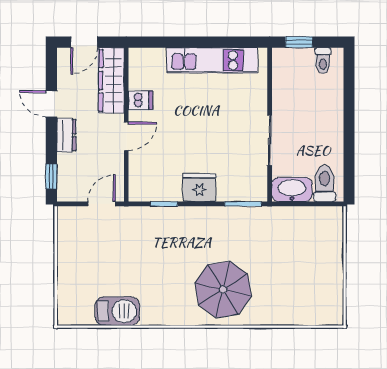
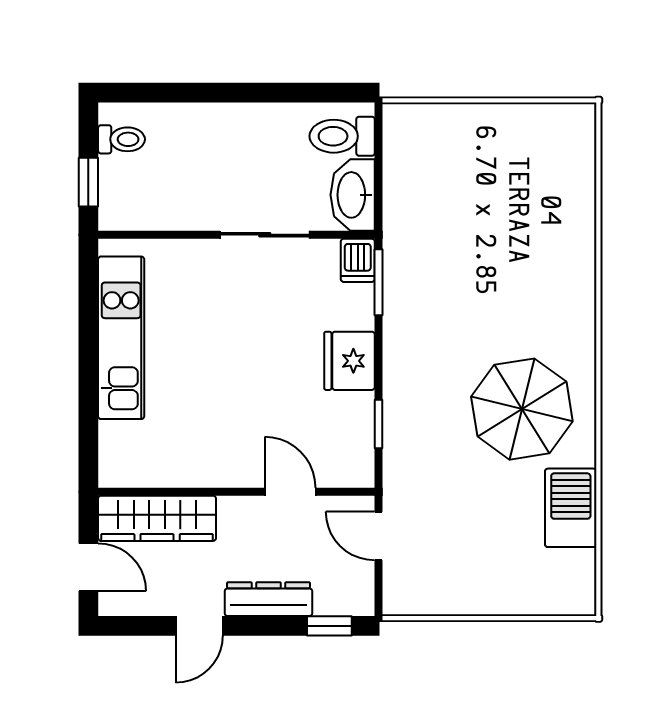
dishwasher: (141, 100) -> (358, 260), moved, turned 180
dresser: (66, 135) -> (268, 599), width x1.44
door: (126, 136) -> (290, 492), moved
parasol: (223, 289) -> (522, 409), moved

